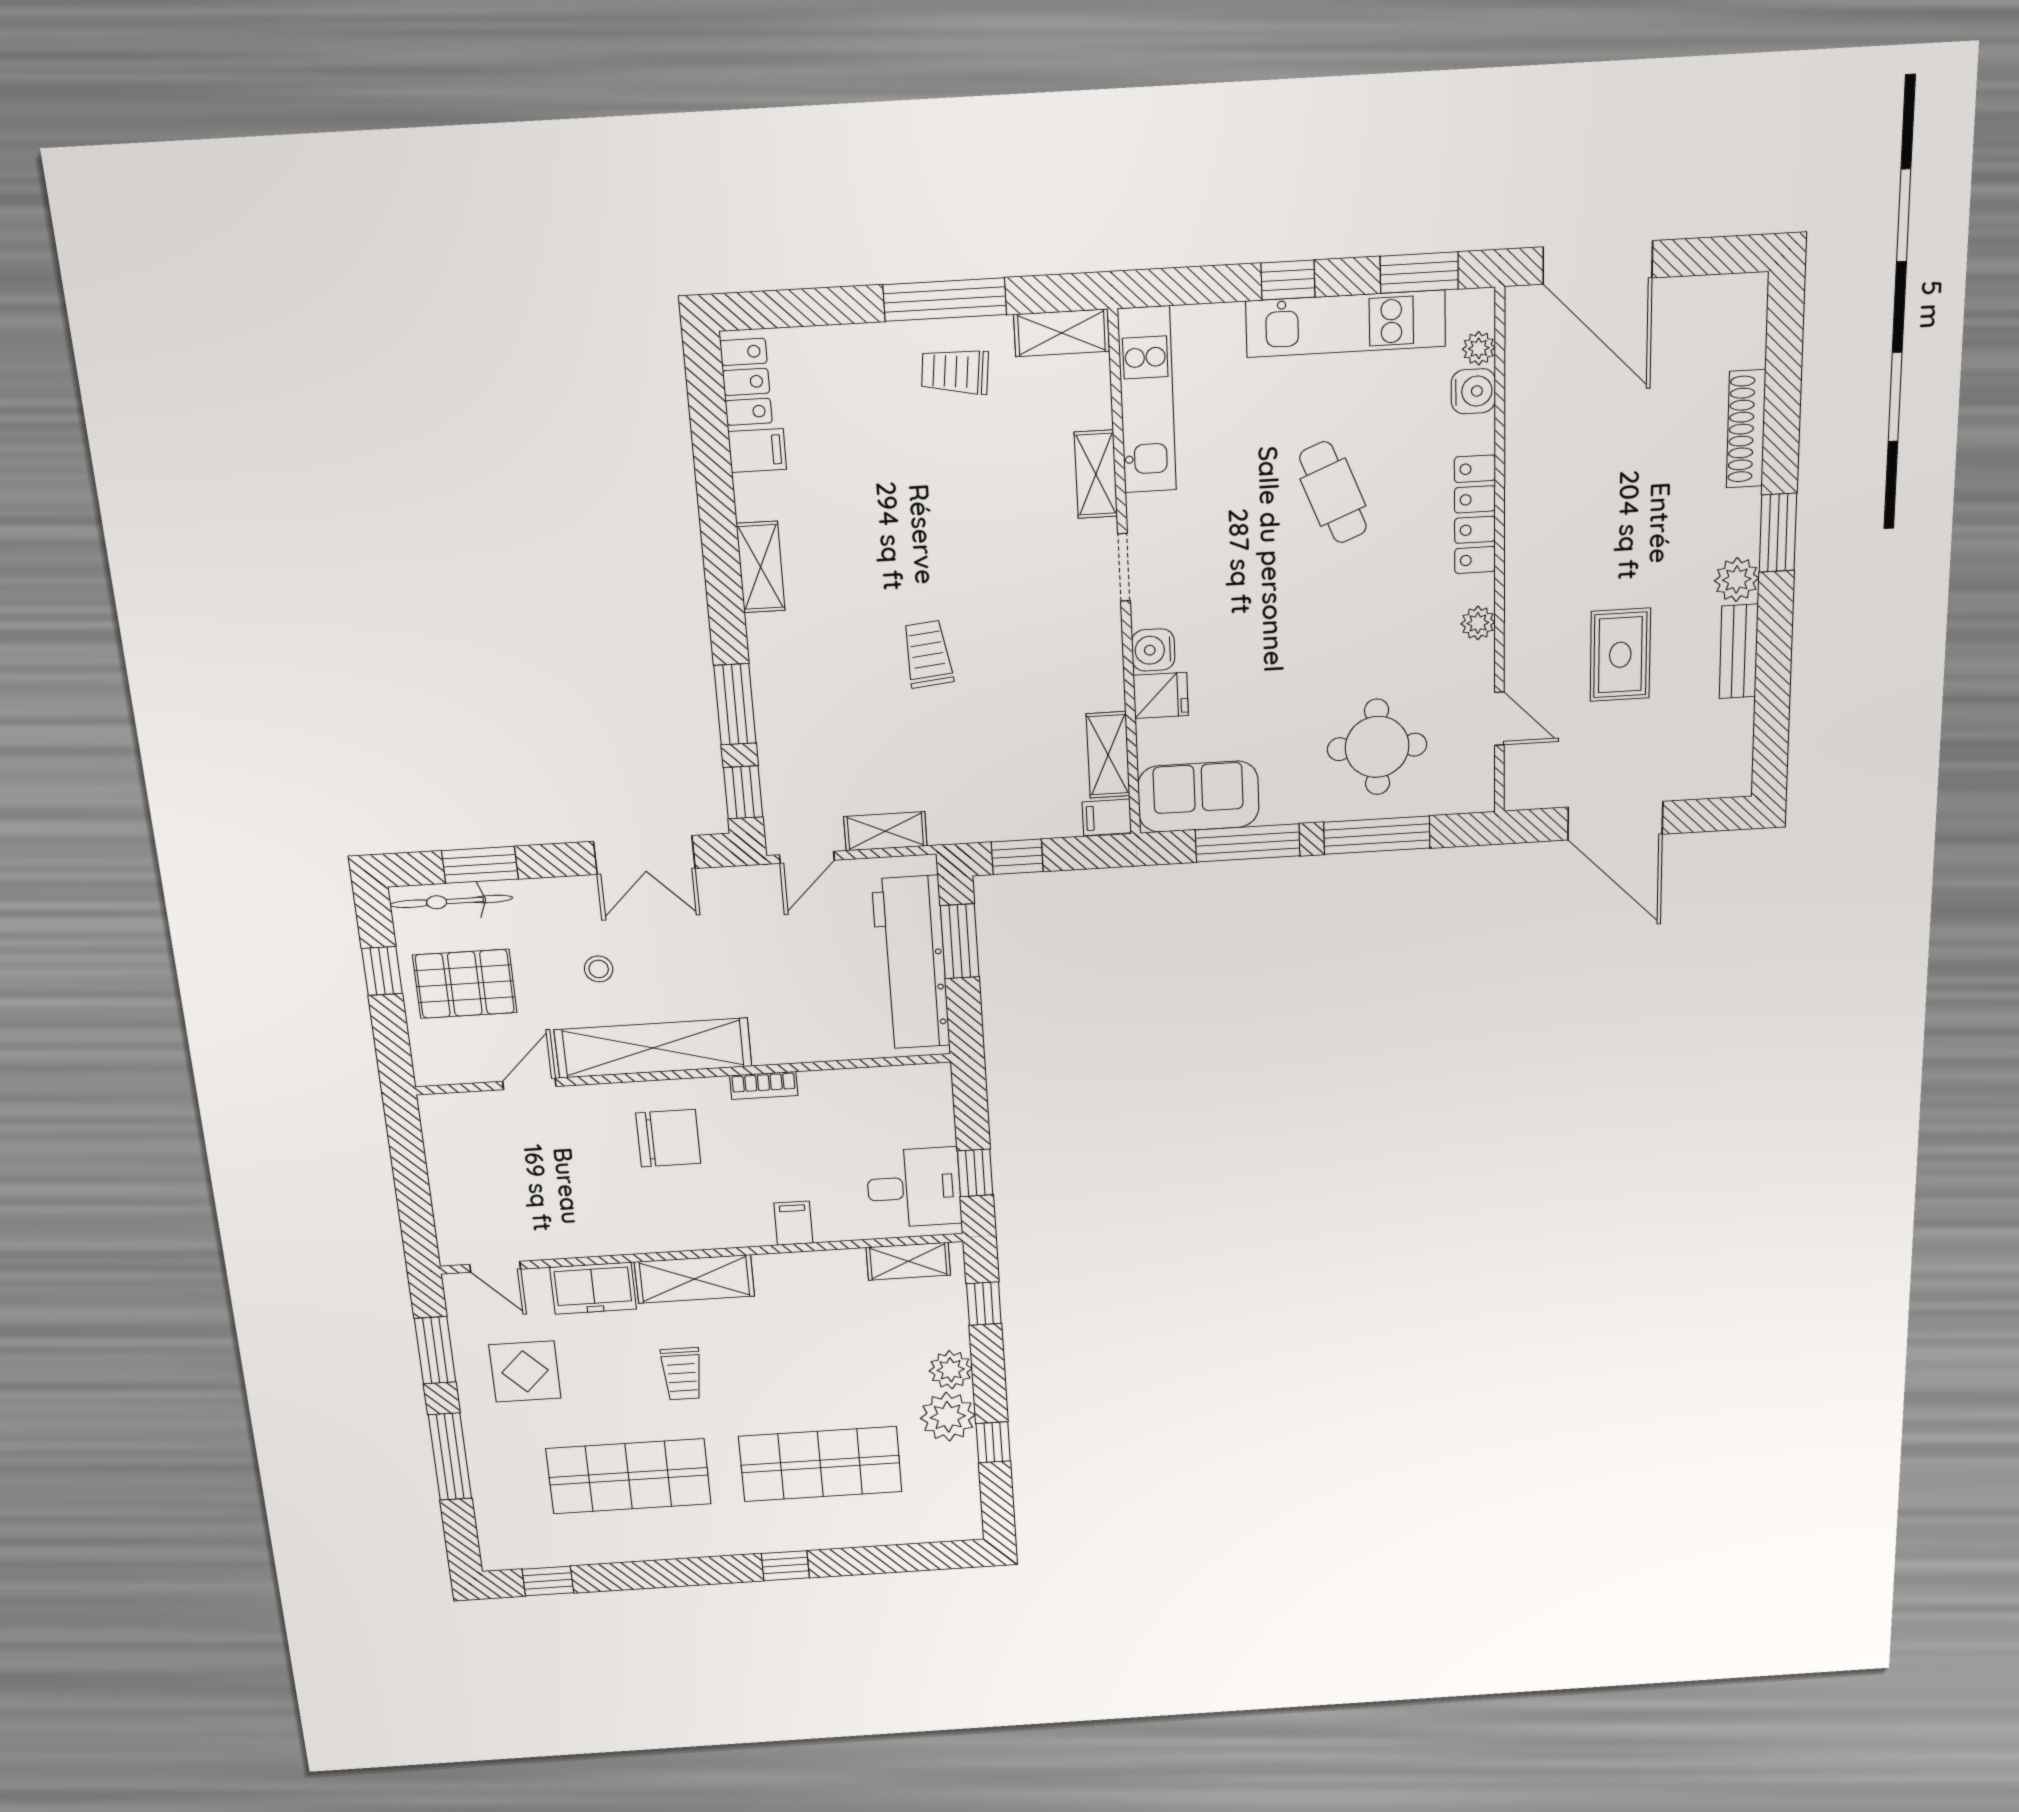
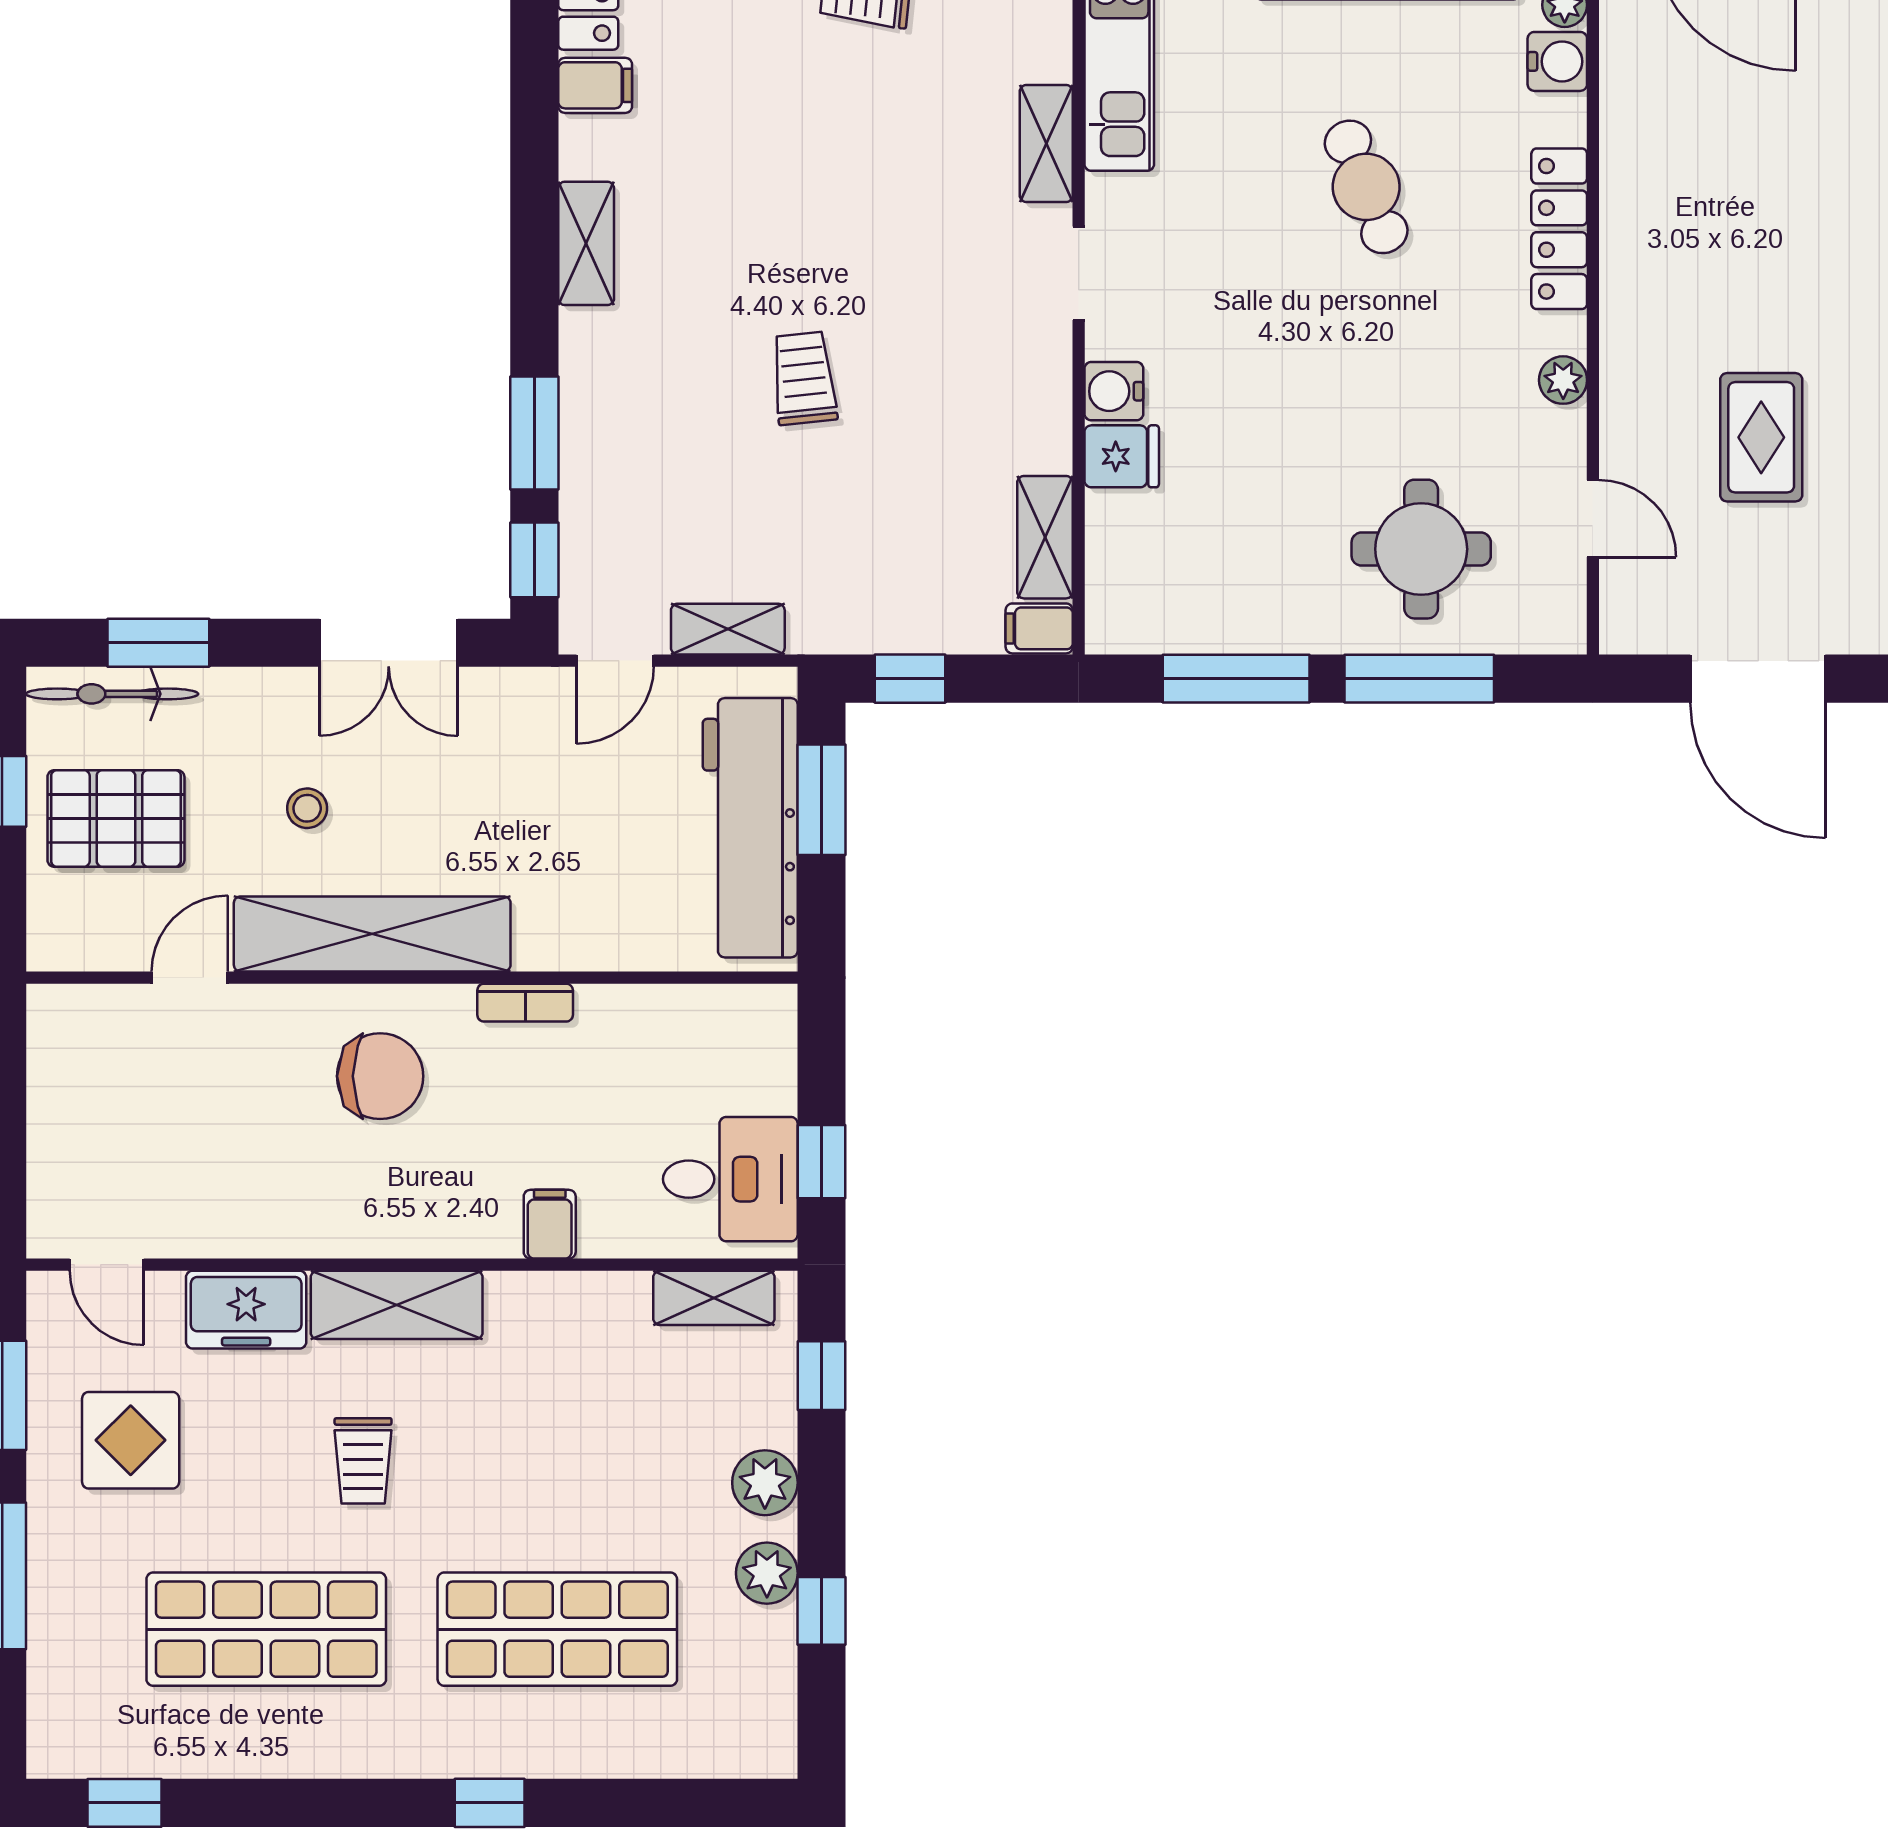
sofa: (1198, 797) -> (1169, 606), removed
plant: (948, 1417) -> (767, 1573), width x0.73, depth x0.73

